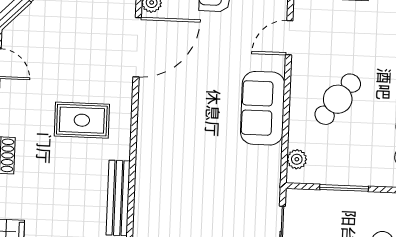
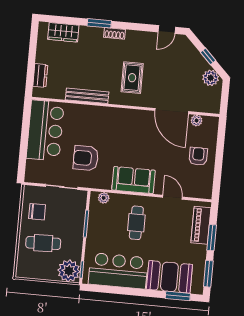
cafe table: (338, 99) -> (136, 223), turned 53
armchair: (228, 194) -> (86, 158), added

